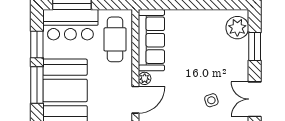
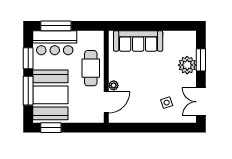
plant: (237, 28) -> (187, 65), moved
cafe table: (115, 39) -> (91, 68), moved
sofa: (151, 40) -> (138, 41), moved, turned 90

